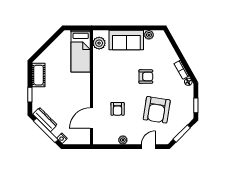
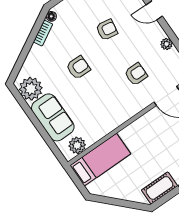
plant: (149, 35) -> (31, 89), width x1.88, depth x1.88
armchair: (146, 77) -> (78, 68), turned 90
armchair: (157, 110) -> (107, 30), width x0.53, depth x0.53

